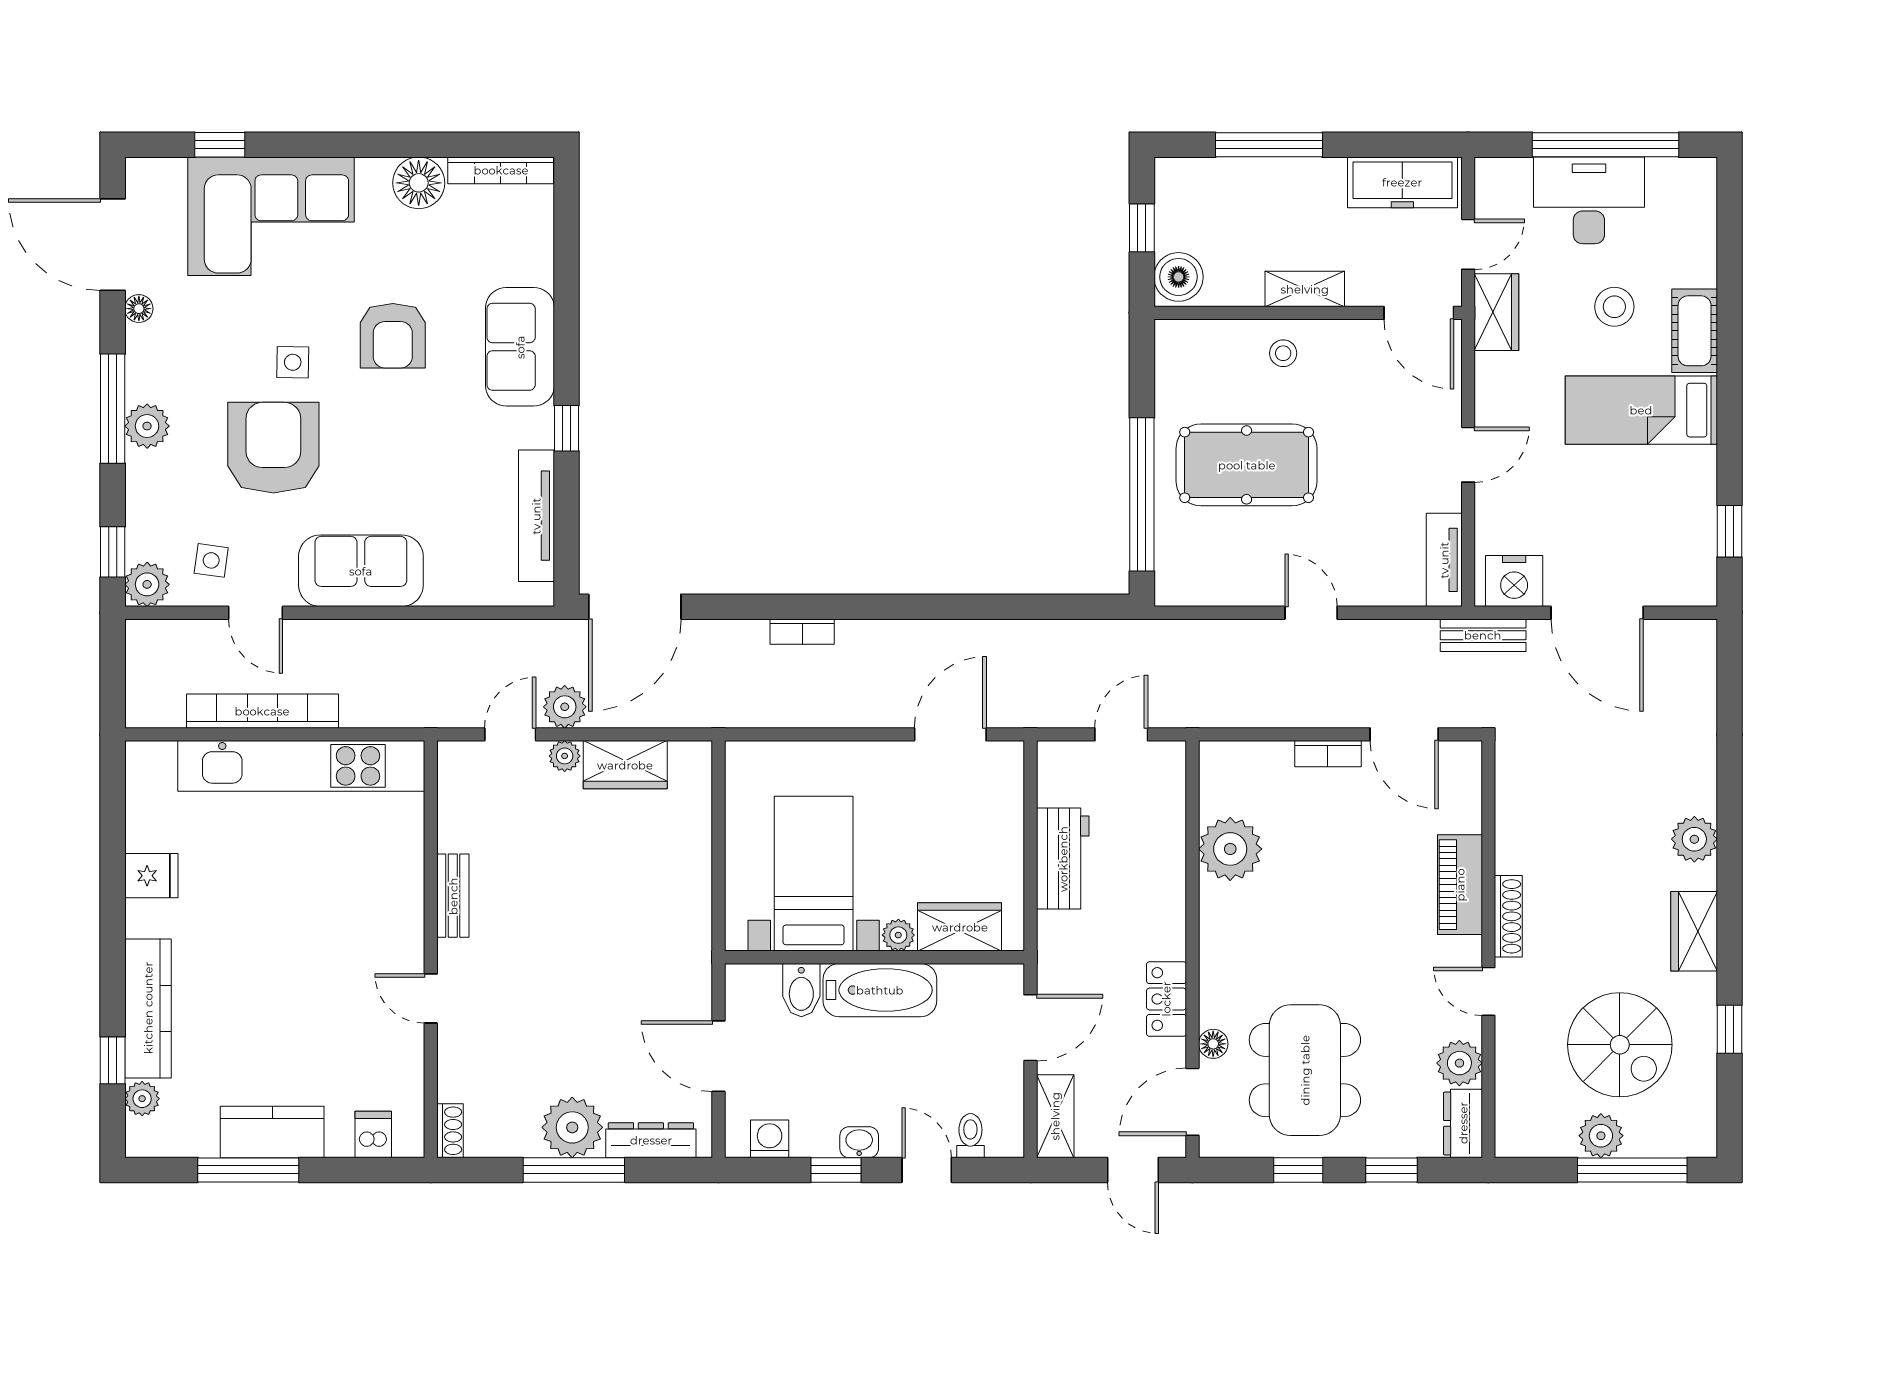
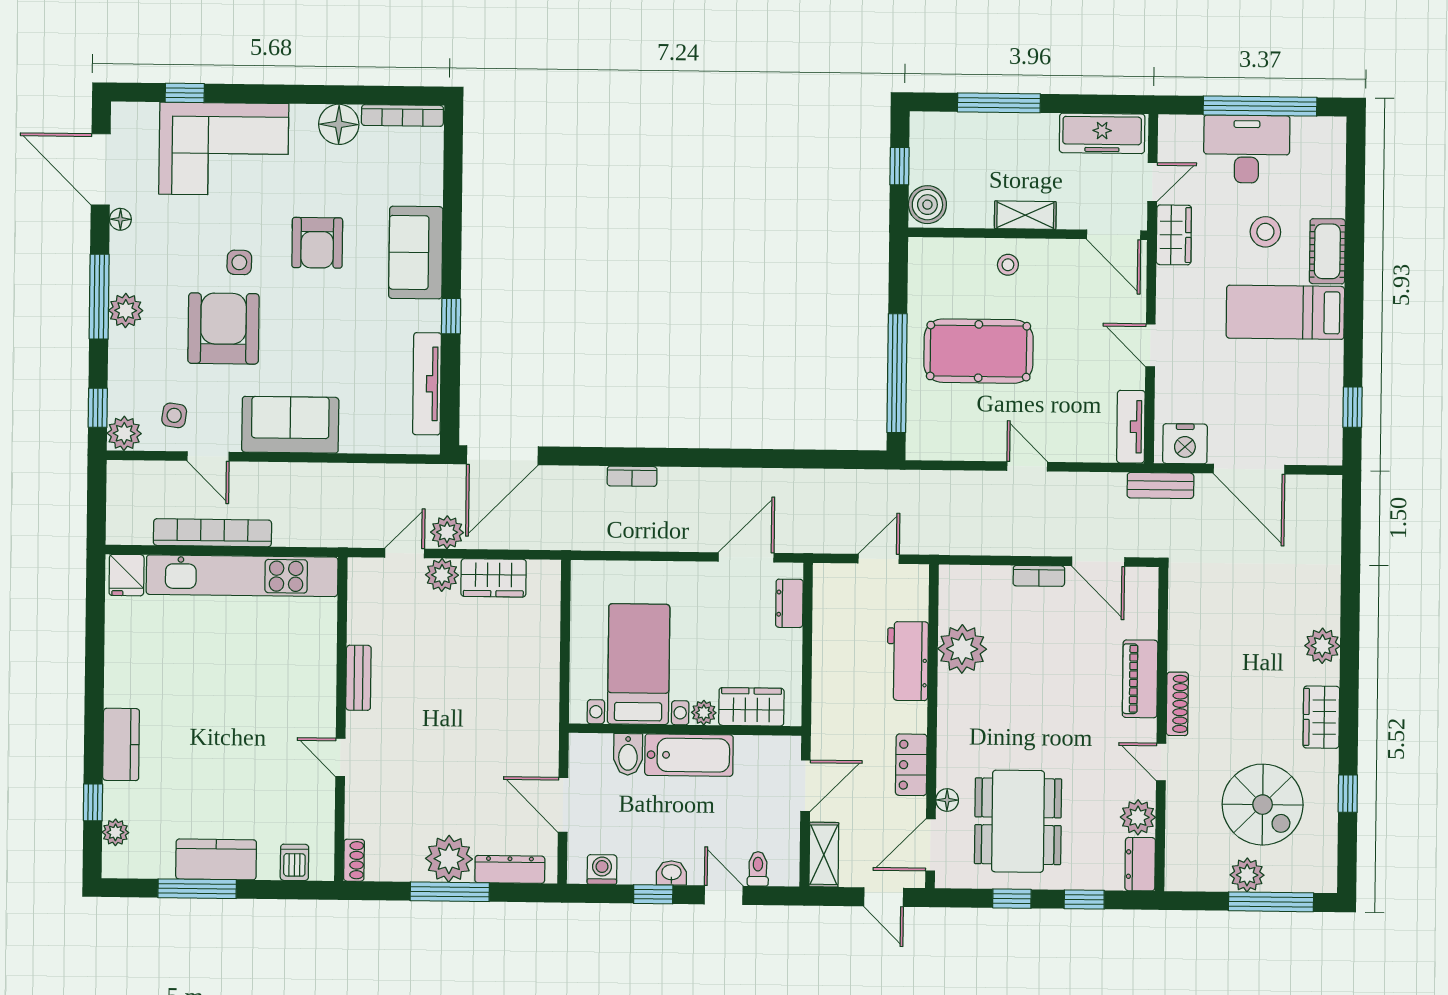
door: (1468, 455) -> (1150, 345), swing flipped
plant: (565, 756) -> (442, 575), width x1.38, depth x1.38
dresser: (1007, 793) -> (789, 603), added
workbench: (1063, 859) -> (908, 661), moved, turned 180
fridge: (151, 876) -> (127, 575), moved, turned 90
kitchen counter: (148, 1008) -> (121, 744), width x0.67

